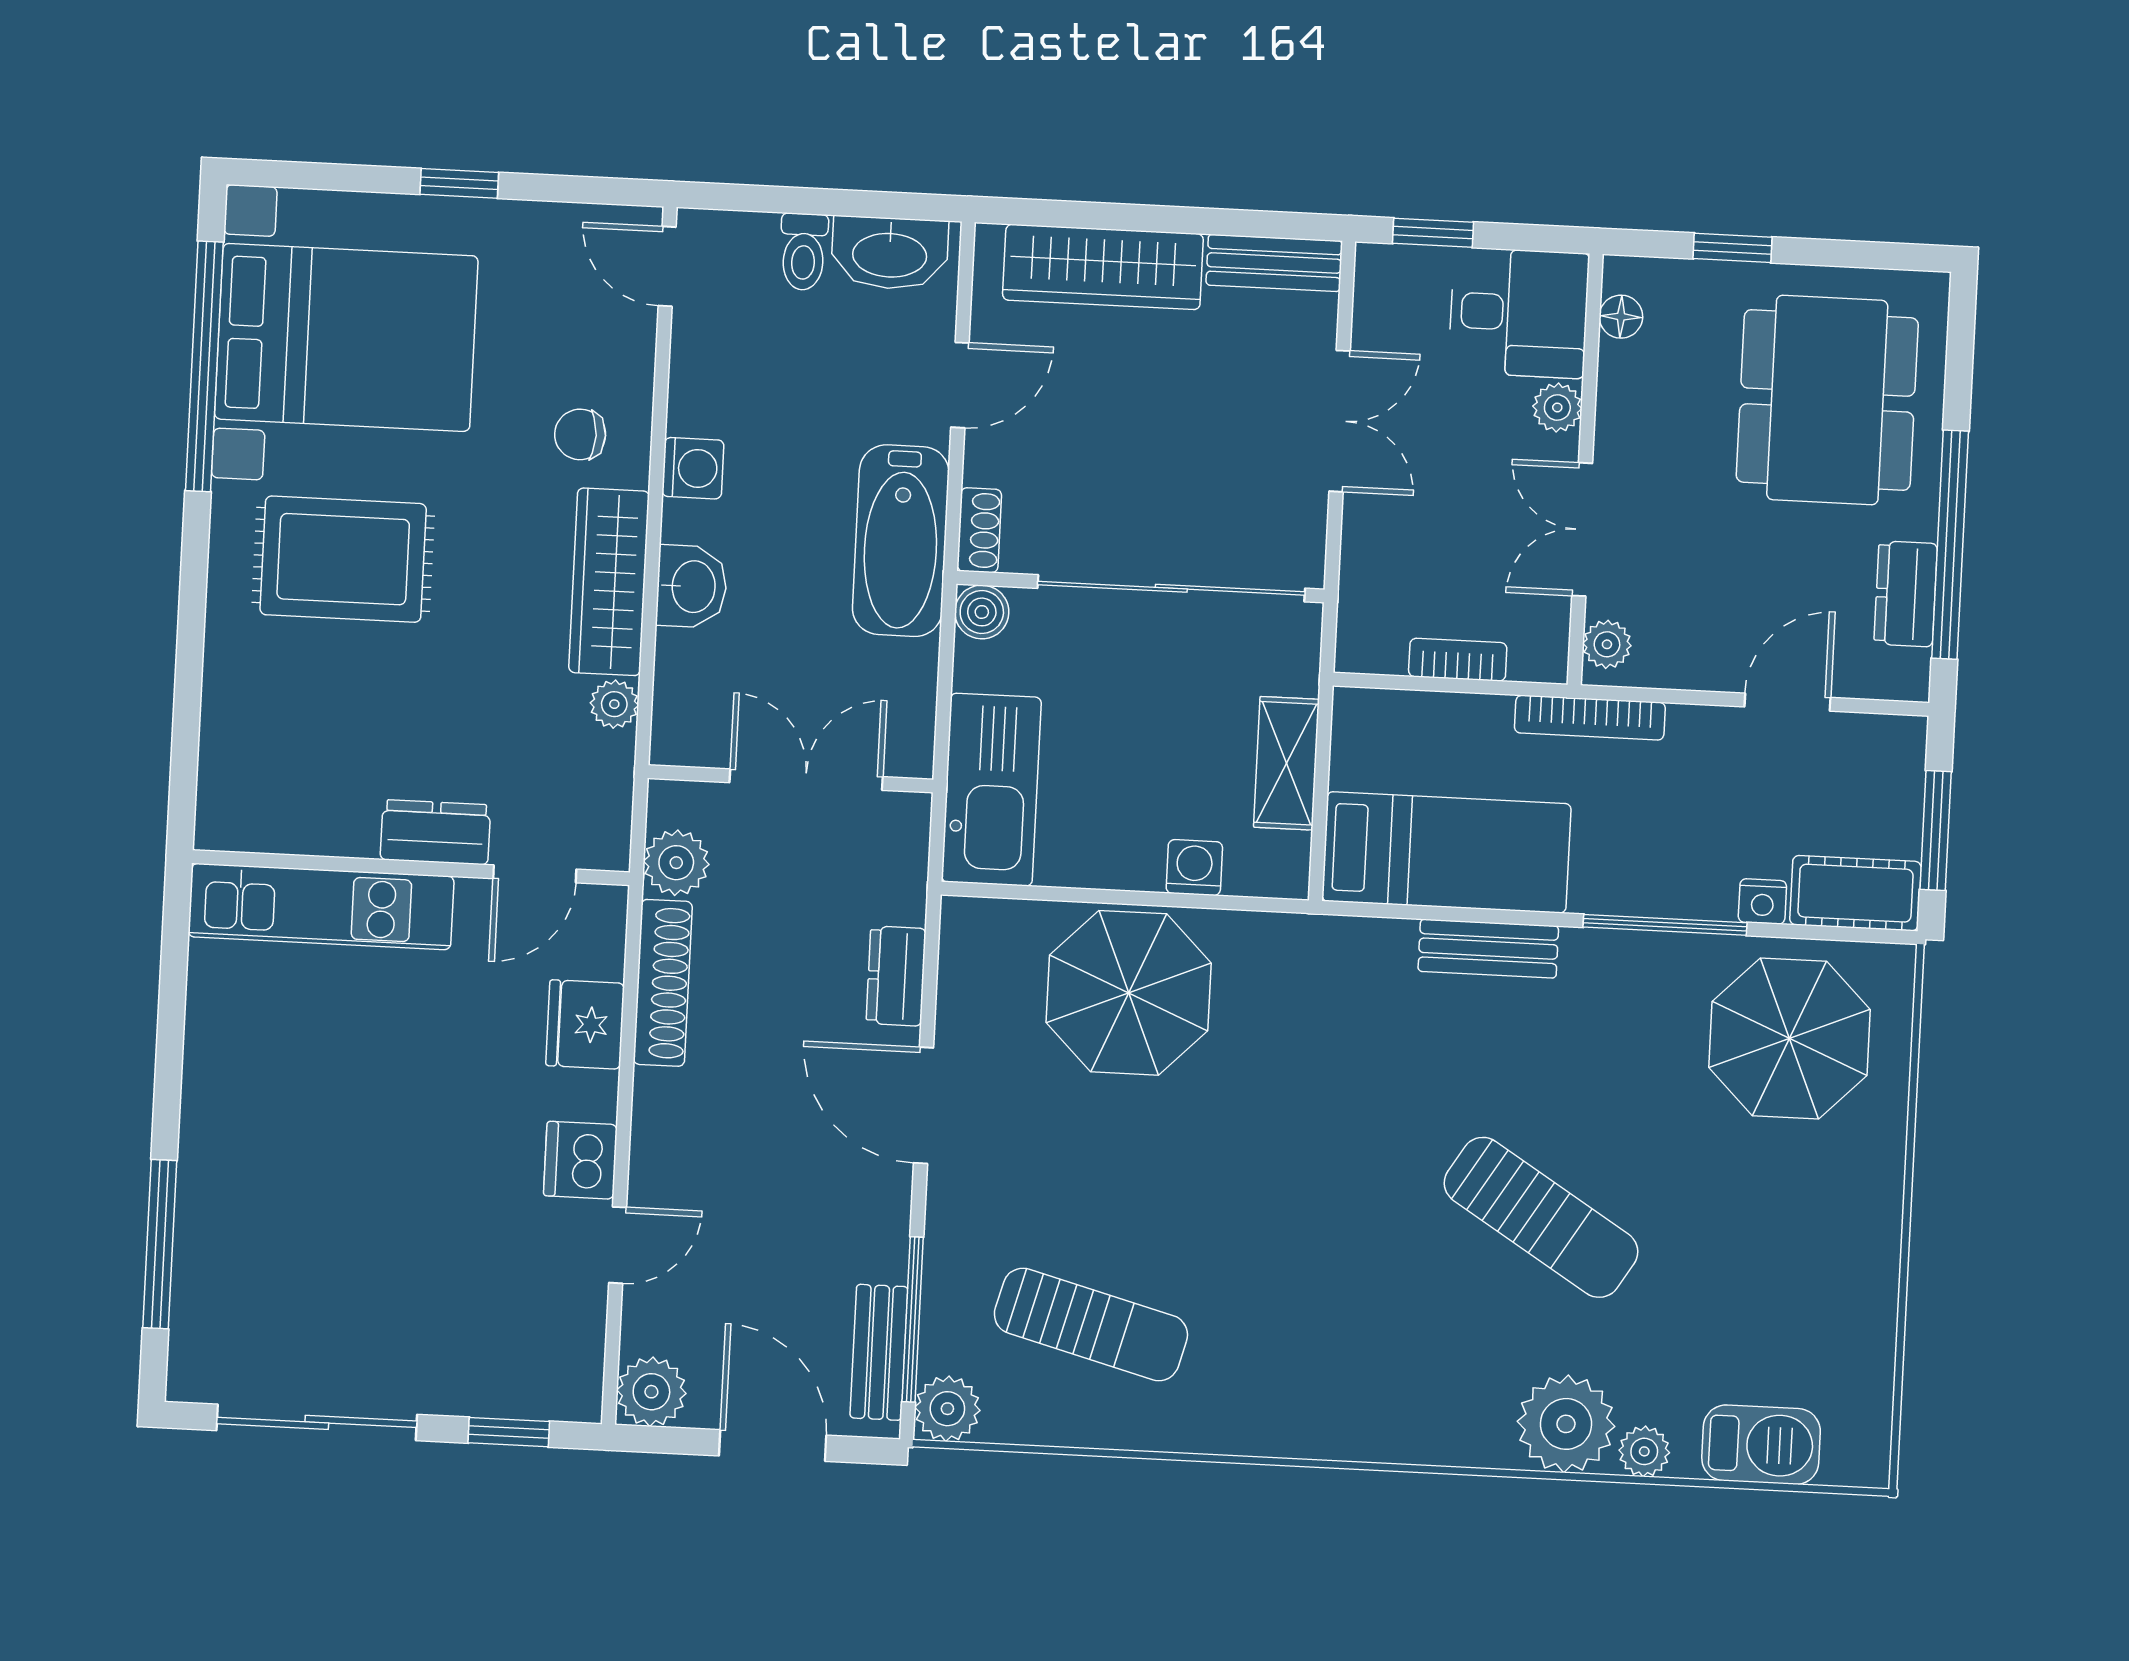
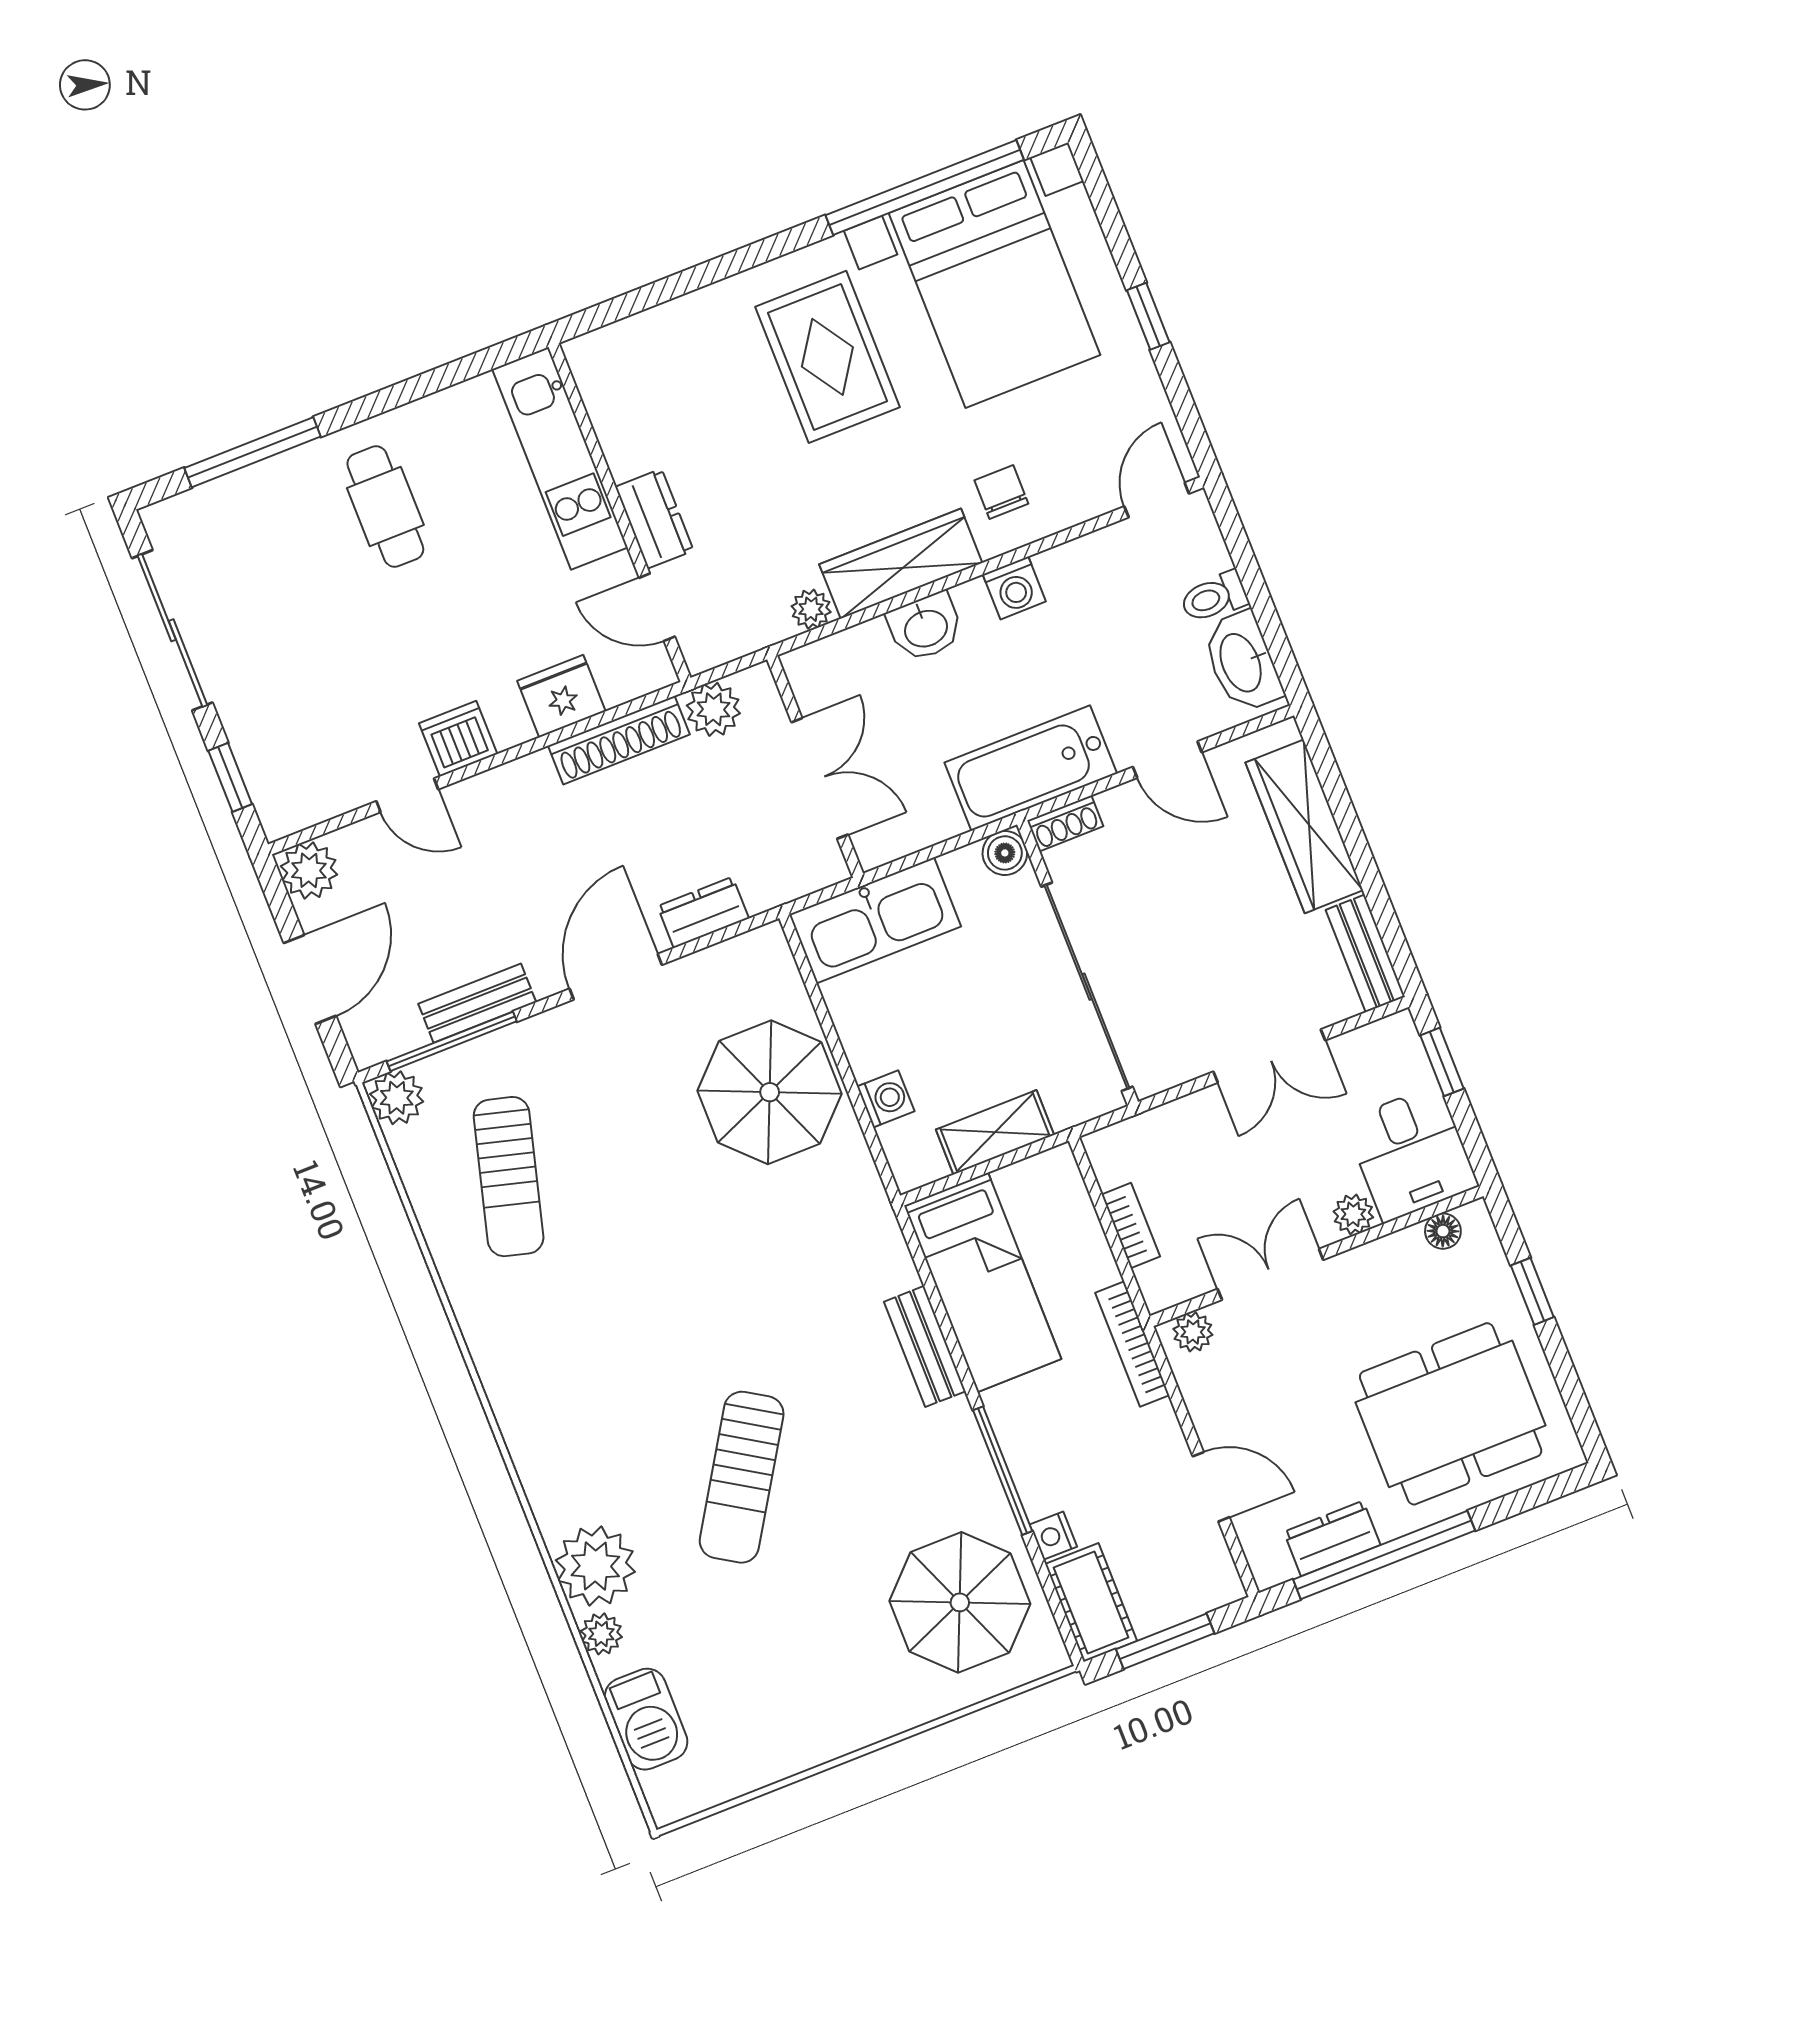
cafe table: (287, 1124) -> (385, 507), added
bench: (879, 1352) -> (477, 1003), moved

